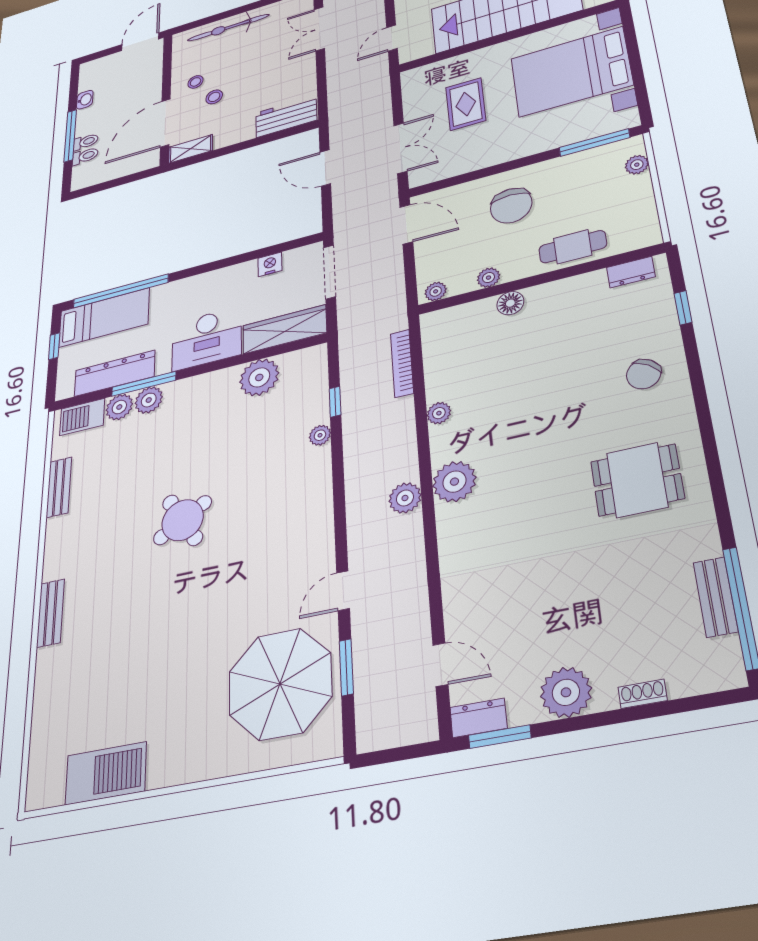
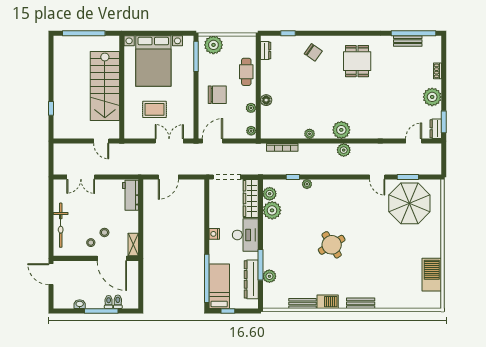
plant: (637, 165) -> (213, 45), width x1.87, depth x1.87
nightstand: (270, 264) -> (214, 234), moved
plant: (149, 400) -> (270, 194), moved
barbecue: (82, 417) -> (328, 302), moved, turned -90

